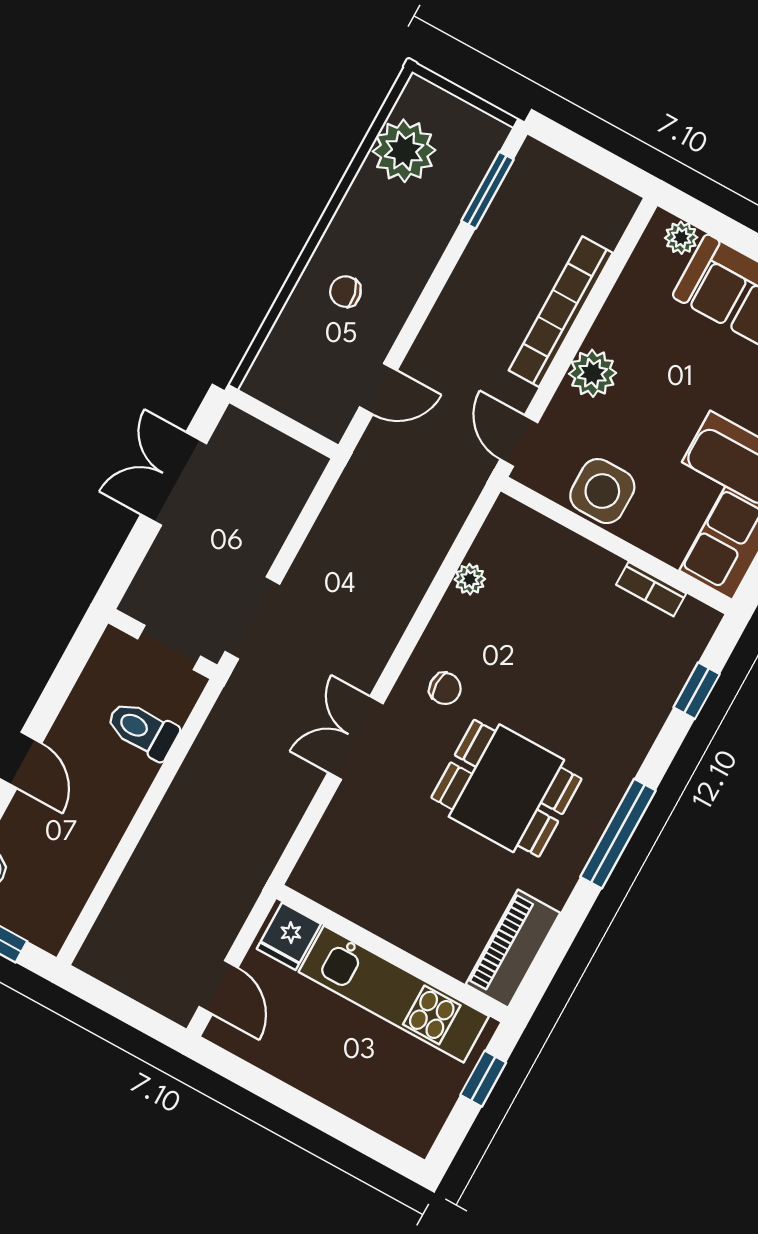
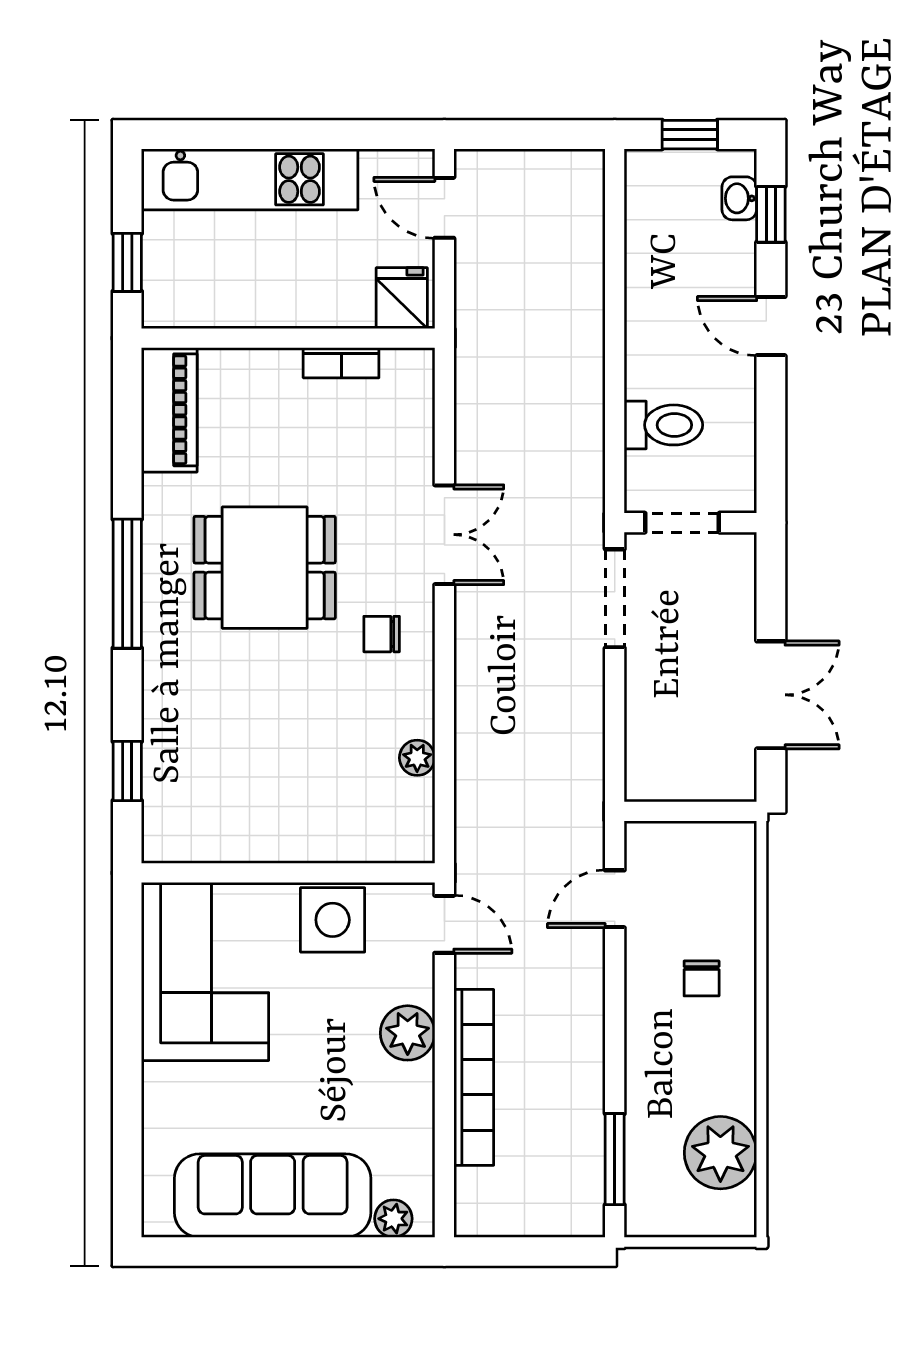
chair: (345, 292) -> (702, 978), turned 103
bookcase: (651, 589) -> (341, 363), moved, turned 180
kitchen unit: (394, 994) -> (250, 179), moved, turned 180

